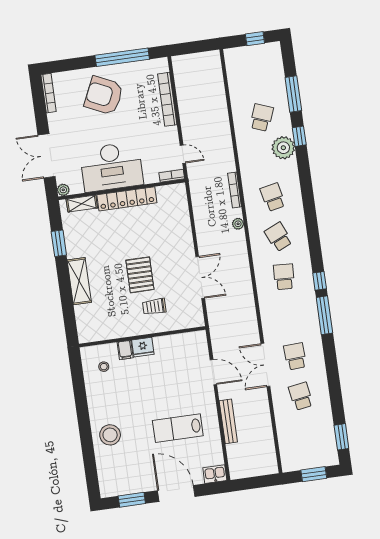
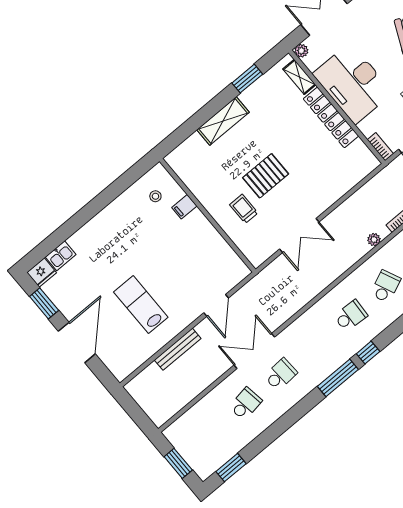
fridge: (143, 347) -> (42, 273), moved, turned -90
stool: (110, 435) -> (93, 243), removed
kitchen sink: (215, 474) -> (61, 256), moved, turned 90

